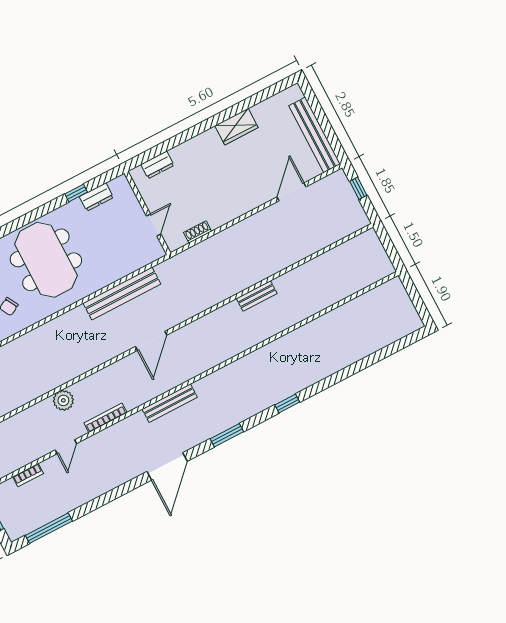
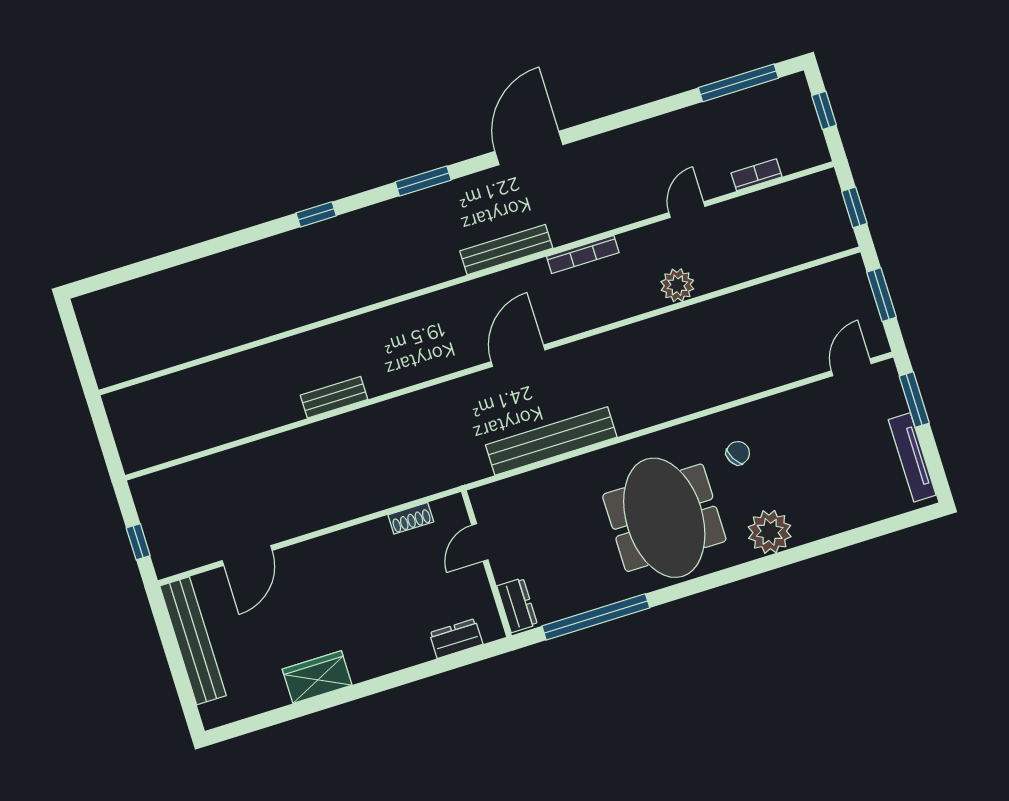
window: (76, 193) -> (596, 617), width x3.17
dresser: (96, 197) -> (517, 605), moved, turned 90
bookcase: (105, 418) -> (583, 255), moved

